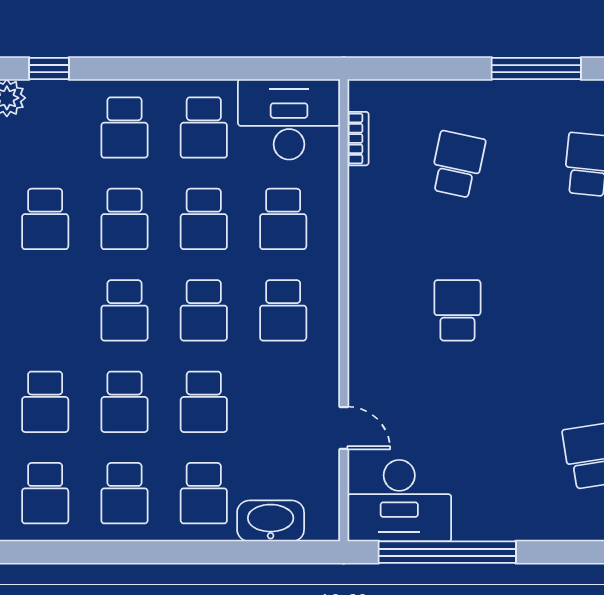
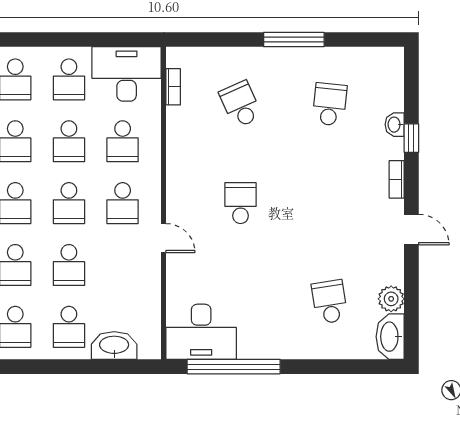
school desk: (457, 164) -> (241, 104), turned -36
door: (344, 428) -> (164, 238), moved

